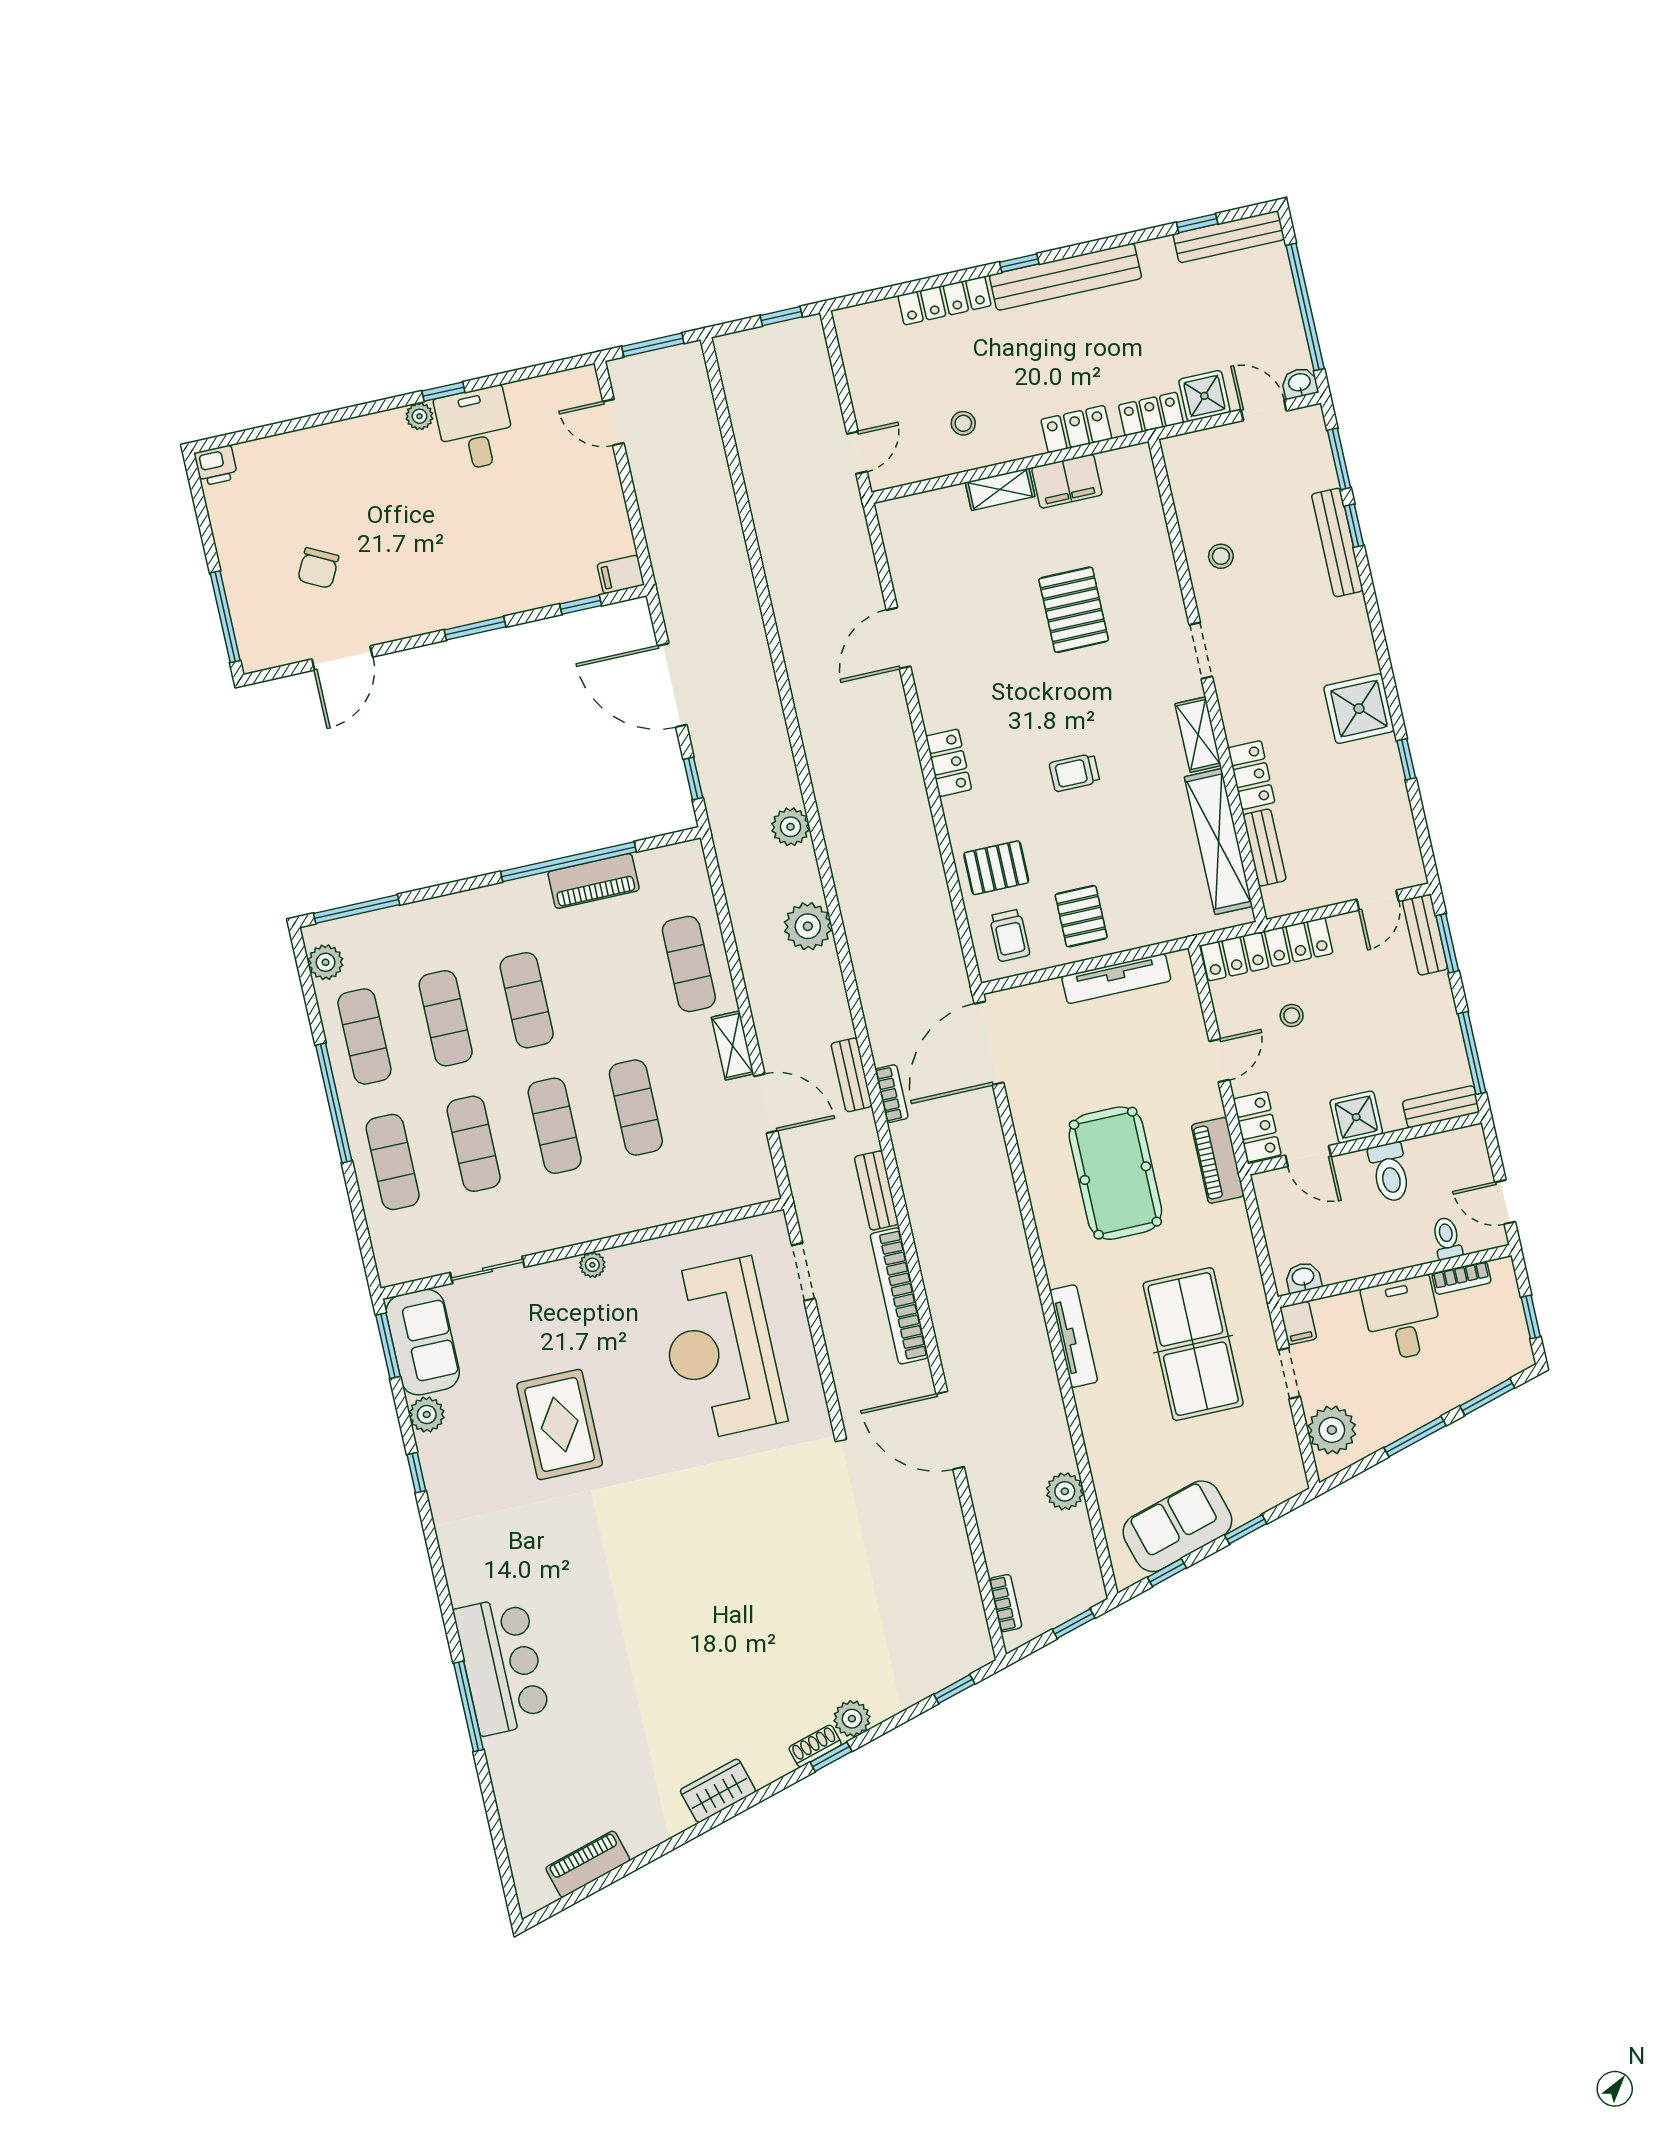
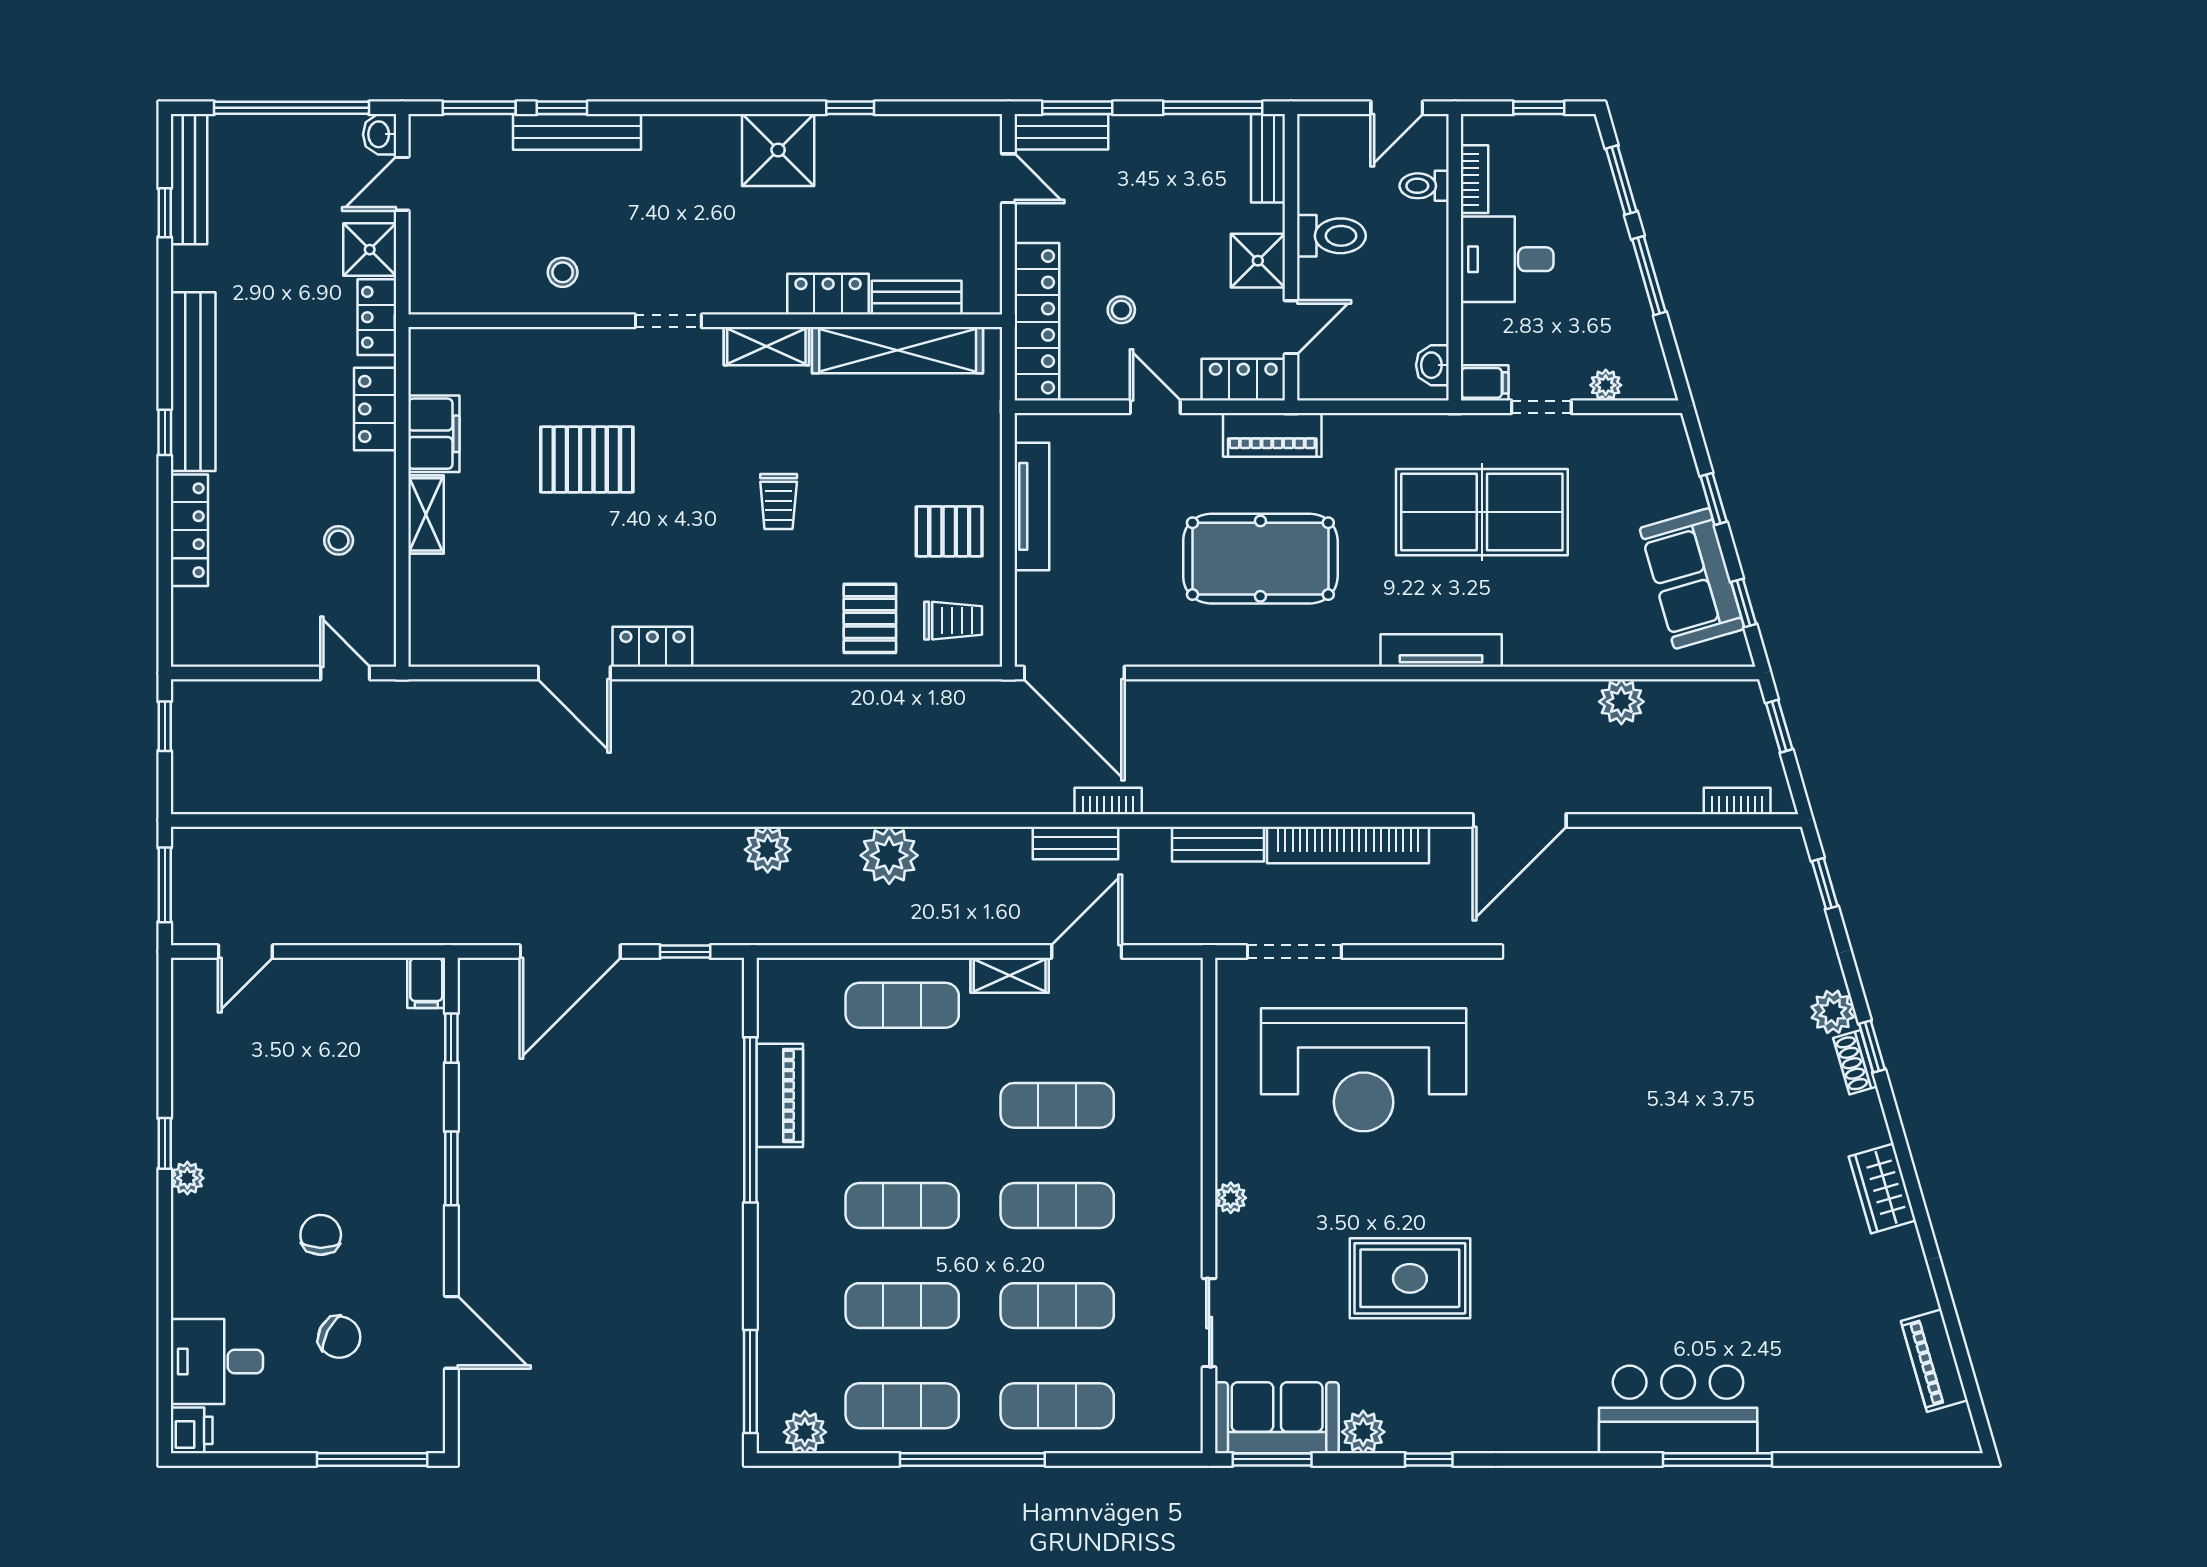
desk: (475, 429) -> (217, 1362), moved
chair: (398, 535) -> (321, 1235), added
locker: (949, 763) -> (652, 647), moved
doorway: (803, 1272) -> (1294, 952), width x1.38
plant: (1332, 1430) -> (1606, 385), width x0.53, depth x0.53

